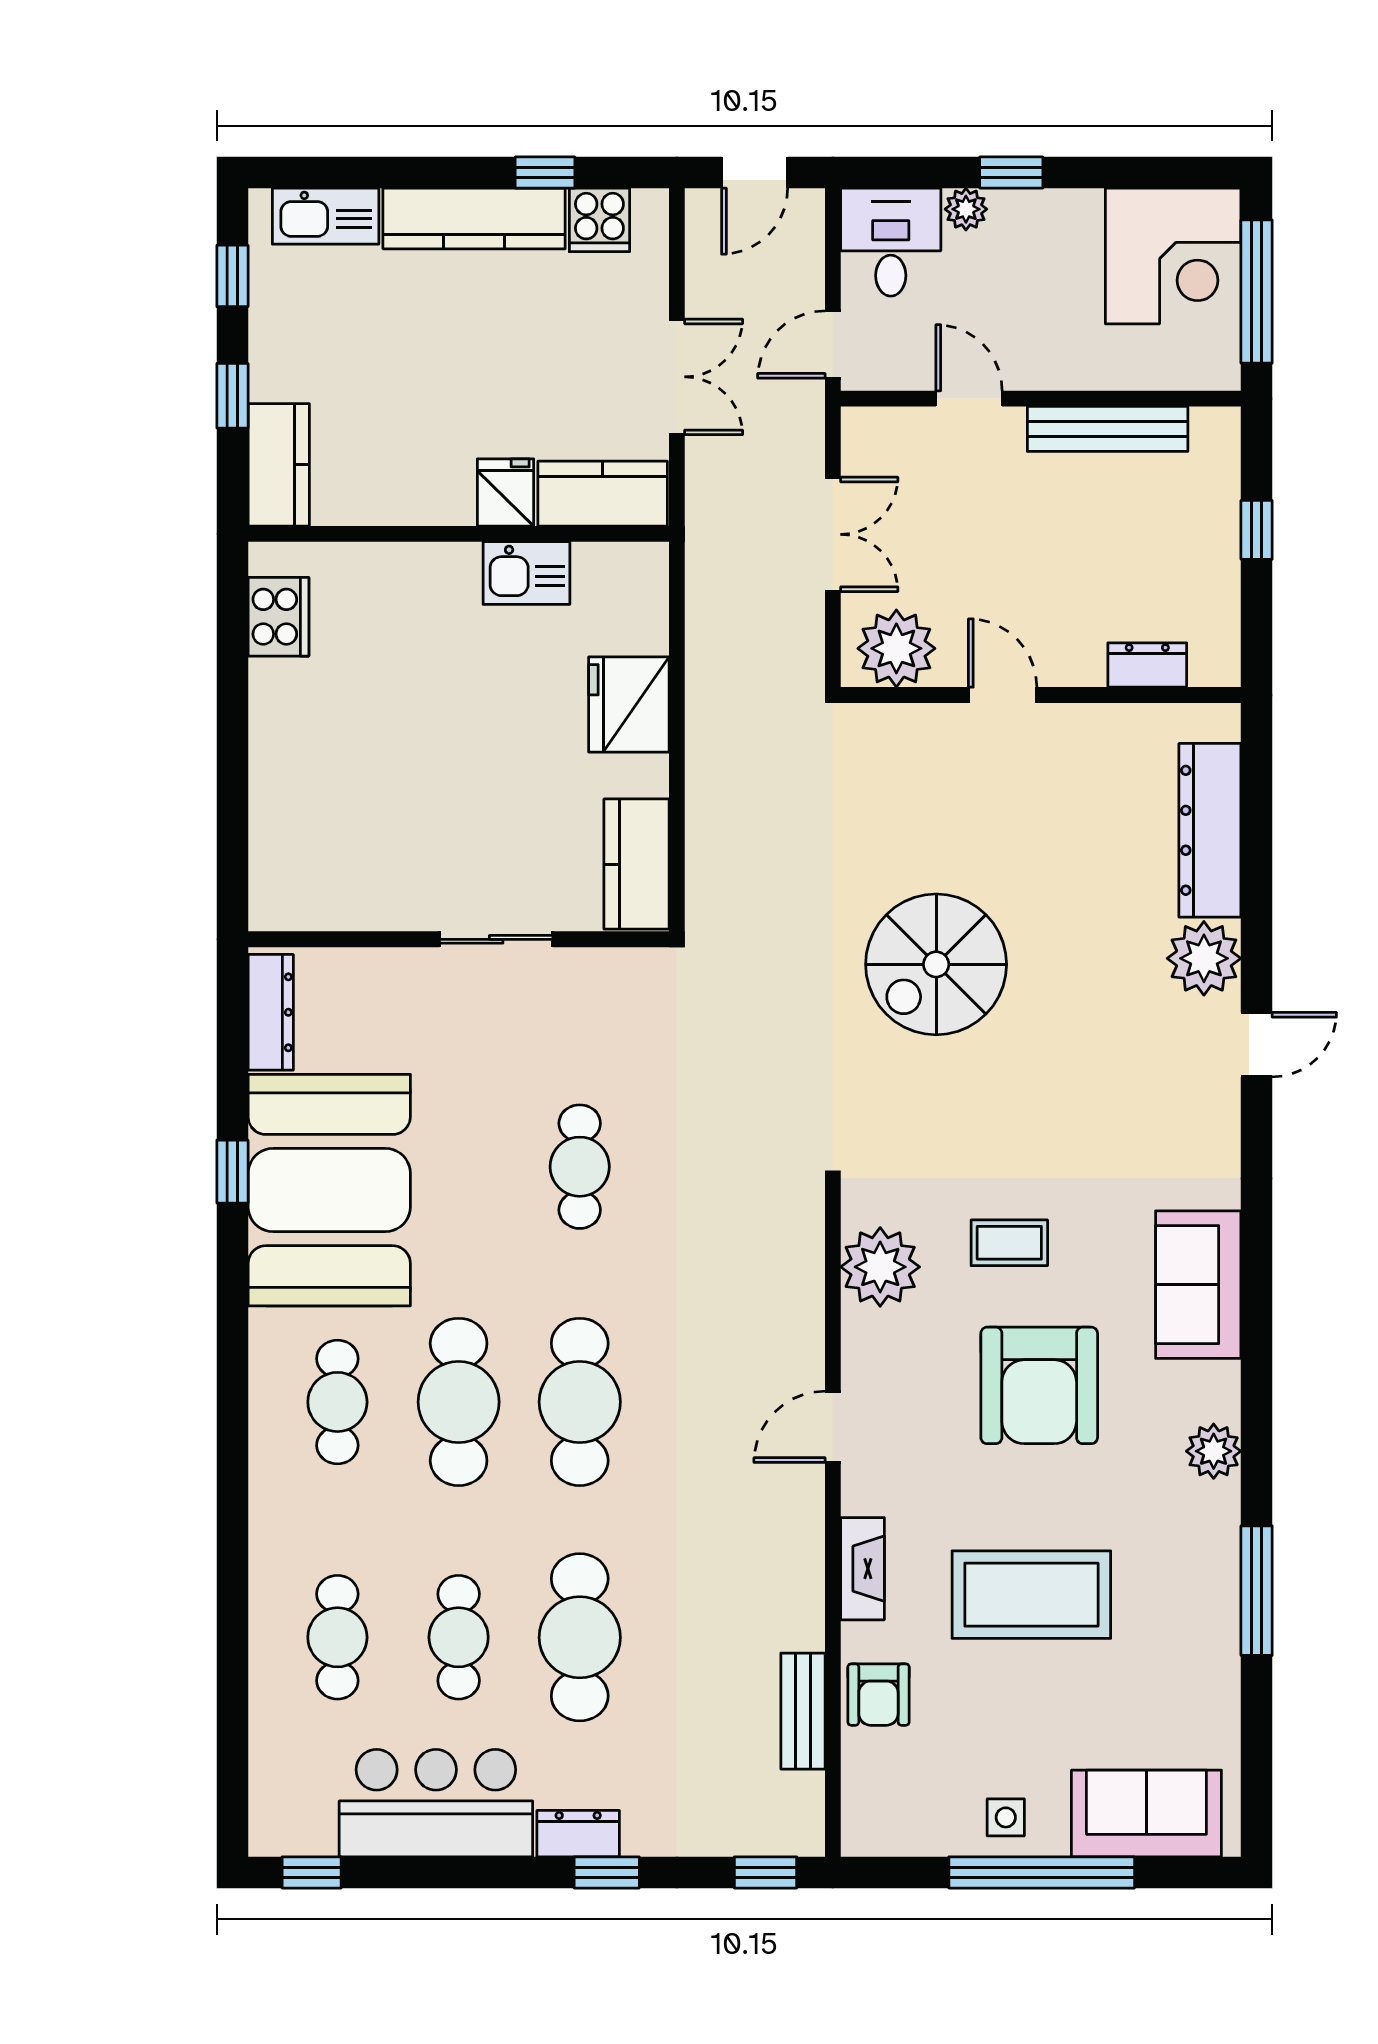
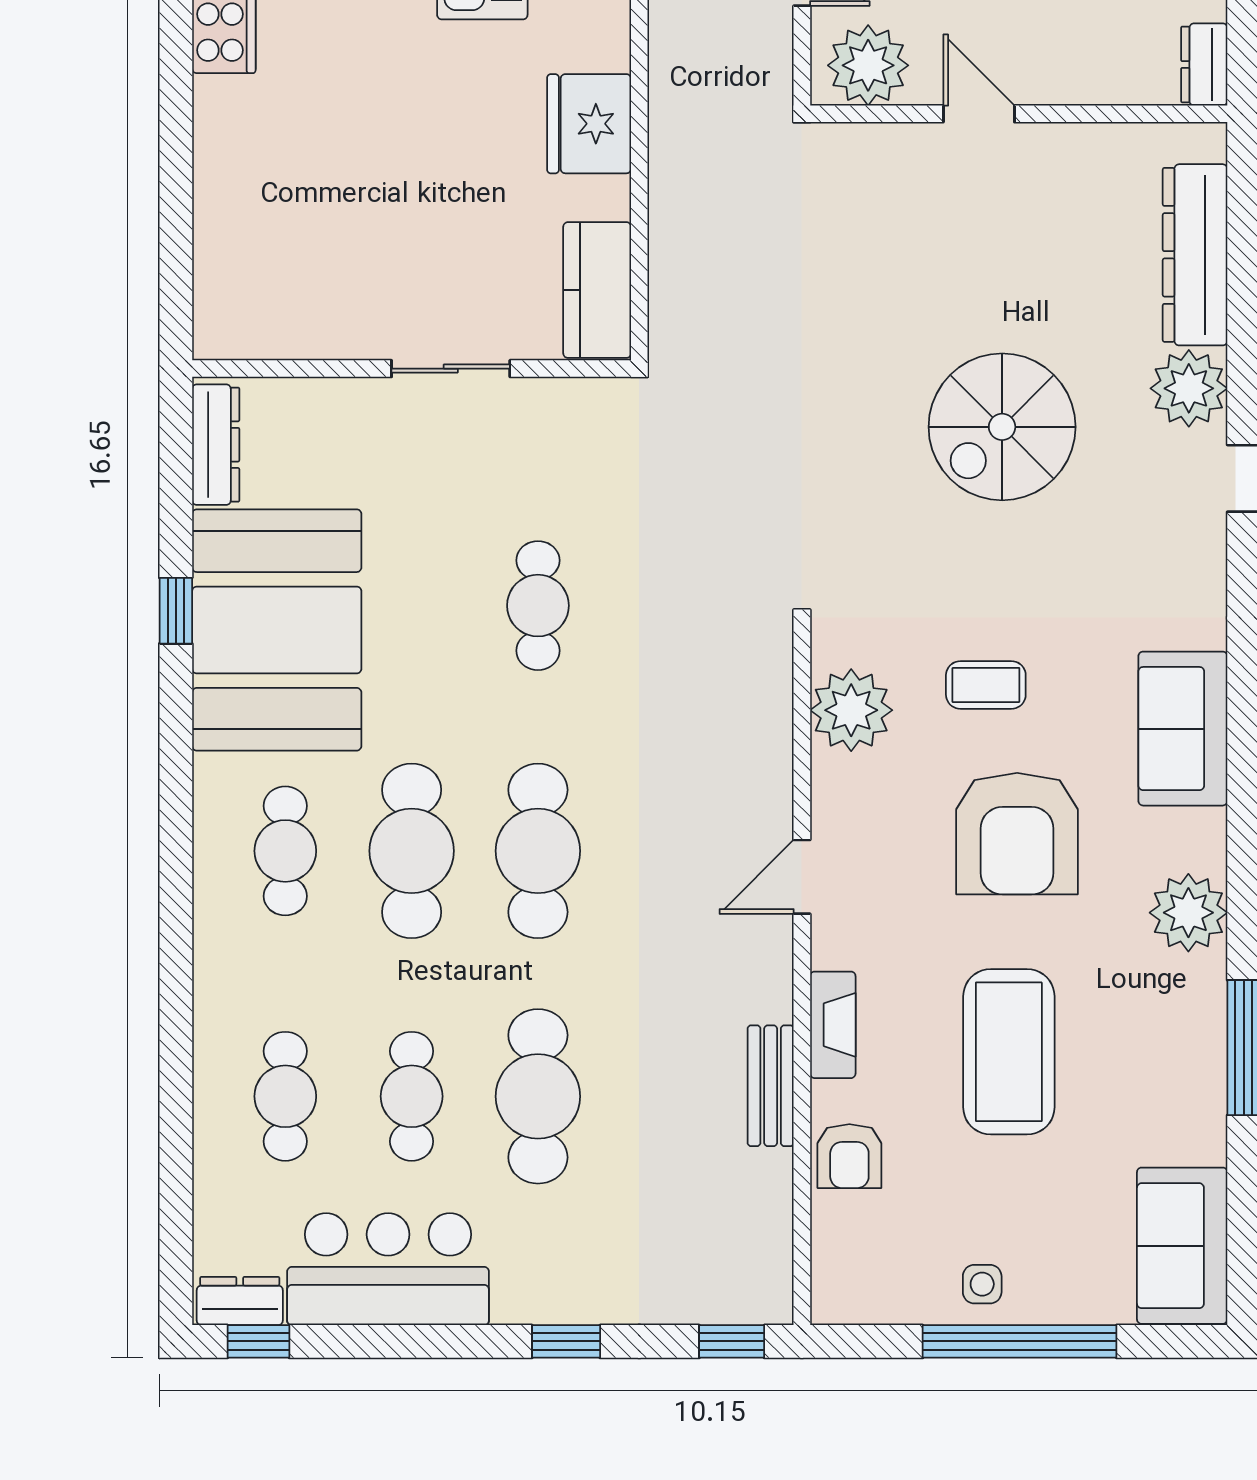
dresser: (1147, 665) -> (1204, 64), moved, turned -90
spiral stairs: (936, 964) -> (1002, 427), moved
plant: (1214, 1451) -> (1188, 913), width x1.36, depth x1.36
coffee table: (1031, 1595) -> (1009, 1052), turned 90
bench: (803, 1711) -> (771, 1086), moved
sofa: (1146, 1813) -> (1182, 1246), moved, turned -90
dresser: (578, 1834) -> (240, 1301), moved

